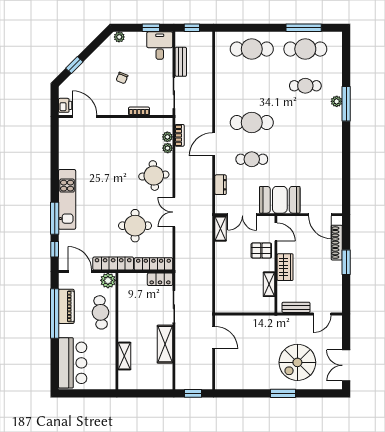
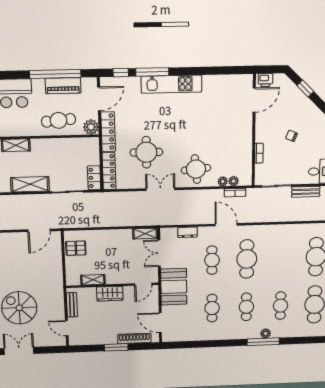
cafe table: (305, 123) -> (246, 307), added
cafe table: (305, 159) -> (212, 308), added
door: (320, 215) -> (160, 323), hinge flipped
pallet: (261, 251) -> (76, 248), moved, turned 90

